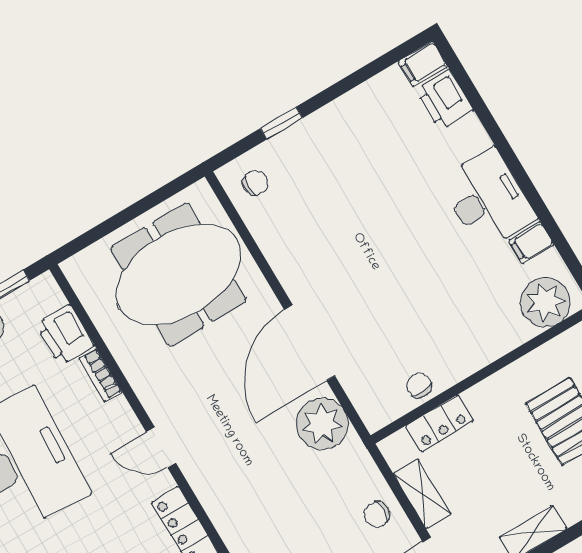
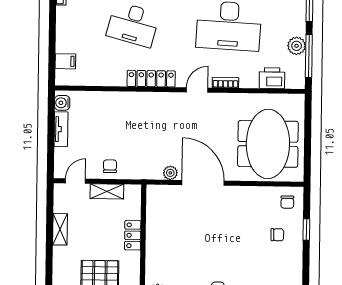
bookcase: (100, 375) -> (225, 83), moved
chair: (419, 385) -> (277, 235), moved
locker: (439, 423) -> (133, 235), moved
plant: (322, 424) -> (170, 173), width x0.53, depth x0.53

